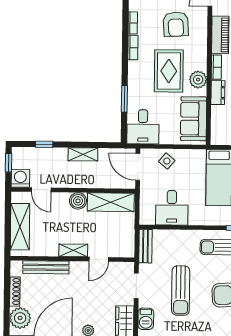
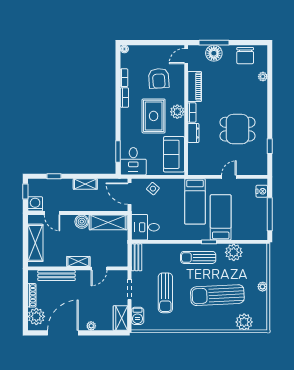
plant: (198, 80) -> (177, 112), moved
window: (124, 99) -> (118, 151), moved
desk: (172, 208) -> (145, 227), moved, turned 90

